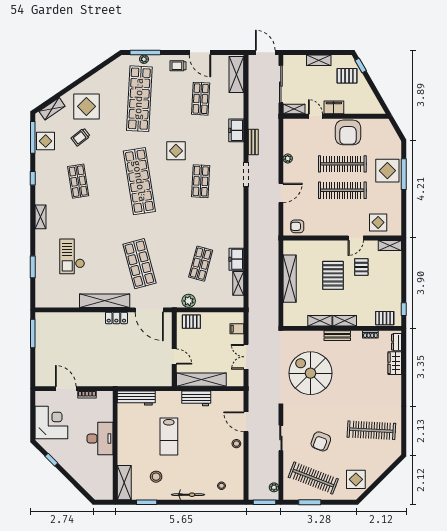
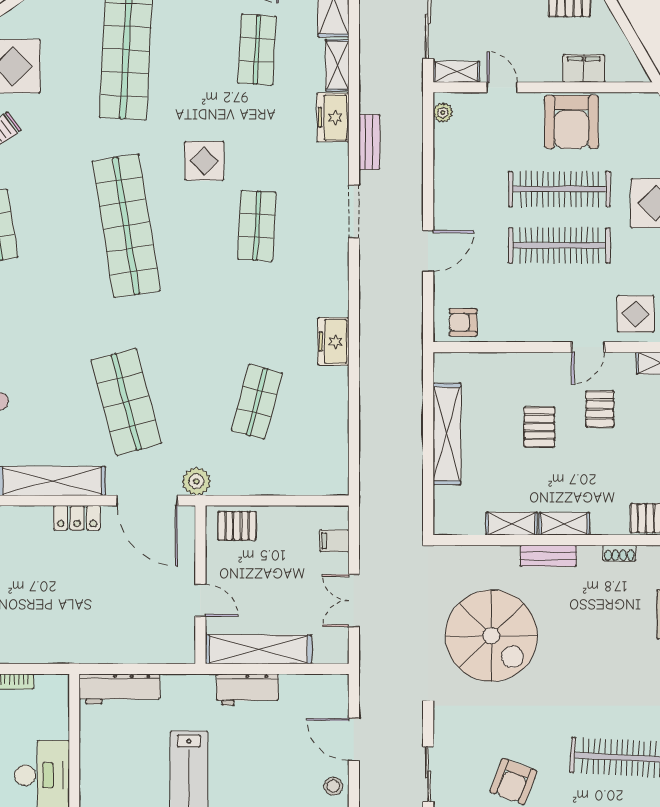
filing cabinet: (334, 107) -> (584, 68), moved
plant: (288, 159) -> (443, 112), moved
freezer: (236, 259) -> (333, 342), moved
pallet: (333, 275) -> (539, 427), width x0.67, depth x0.71
shelving: (238, 283) -> (337, 65), moved
plant: (189, 301) -> (196, 481), moved
spiral stairs: (310, 373) -> (491, 636), turned 180

